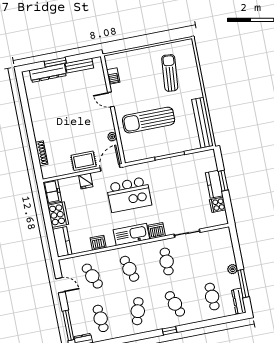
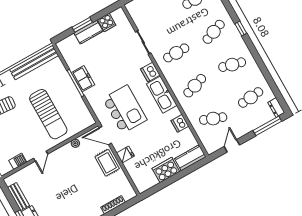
freezer: (52, 192) -> (83, 79), moved, turned 90
cafe table: (92, 276) -> (213, 119), turned 45

